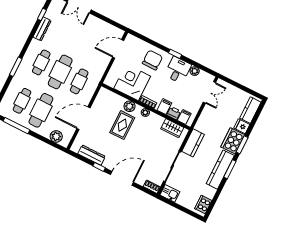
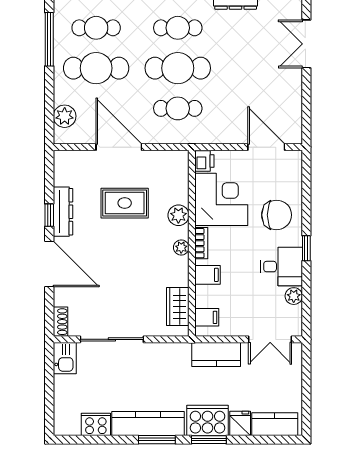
printer: (174, 113) -> (204, 161), moved
rug: (122, 125) -> (125, 203), moved
kitchen counter: (193, 143) -> (216, 355), moved
dresser: (91, 155) -> (63, 212), moved
cooker: (203, 204) -> (96, 424), moved

